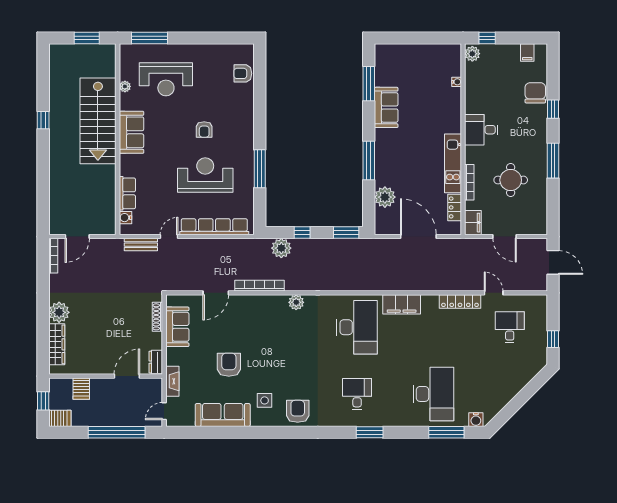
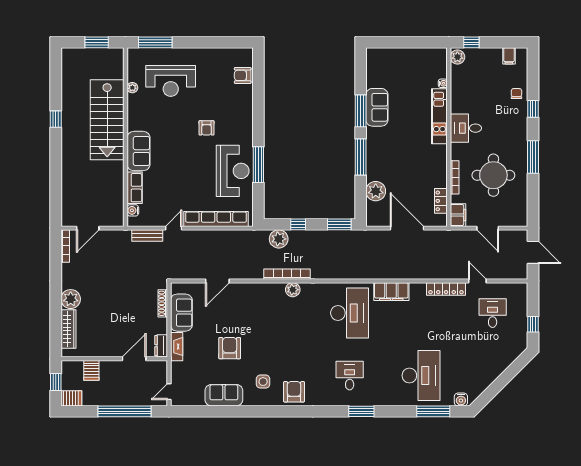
window: (369, 84) -> (361, 111), moved
chair: (535, 93) -> (516, 94), width x0.54, depth x0.54
sofa: (131, 132) -> (138, 151), moved
kitchen unit: (453, 163) -> (439, 116), moved
reception desk: (205, 175) -> (233, 171), moved, turned 90
round table: (511, 180) -> (493, 175), width x1.36, depth x1.36
bookcase: (260, 286) -> (287, 274), moved
fireplace: (172, 381) -> (177, 347), moved
sofa: (223, 415) -> (224, 395), width x0.73

